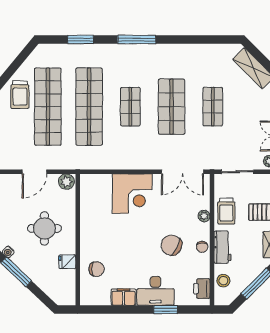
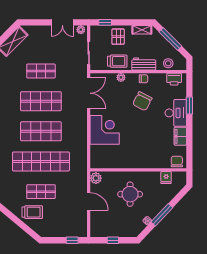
shop shelf: (48, 107) -> (41, 192), width x0.50, depth x0.74
shop shelf: (130, 107) -> (41, 131), width x1.43, depth x1.36
fridge: (67, 262) -> (166, 177), moved
chair: (97, 269) -> (177, 162), moved

